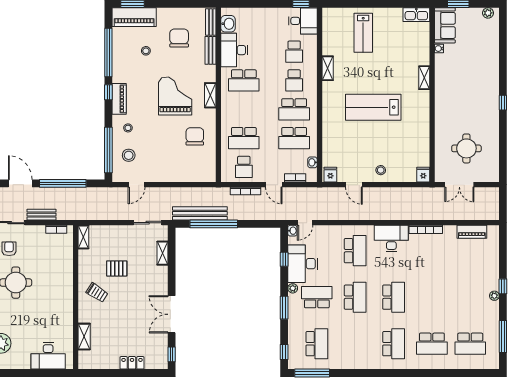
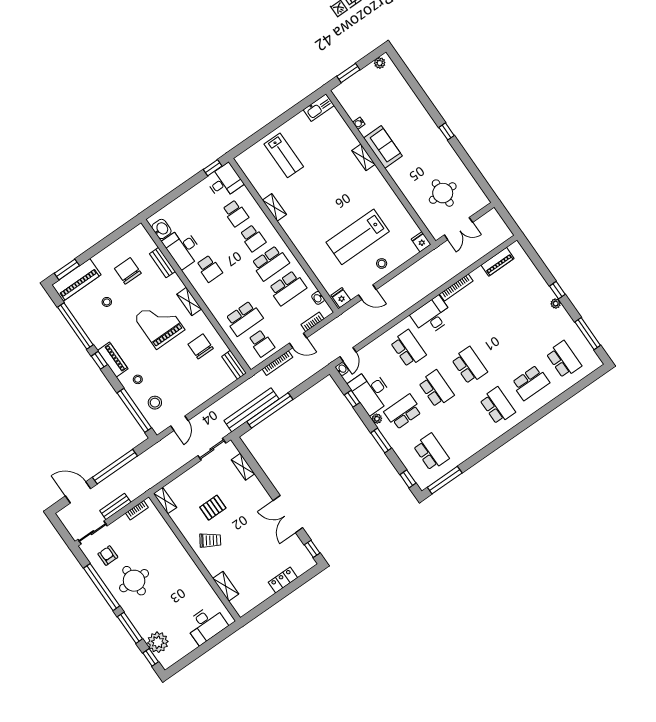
bench: (211, 22) -> (234, 365), moved
sofa: (445, 25) -> (383, 147), moved
school desk: (244, 80) -> (209, 269), width x0.54
lab bench: (373, 107) -> (358, 237), moved
school desk: (470, 344) -> (564, 360), turned -90

